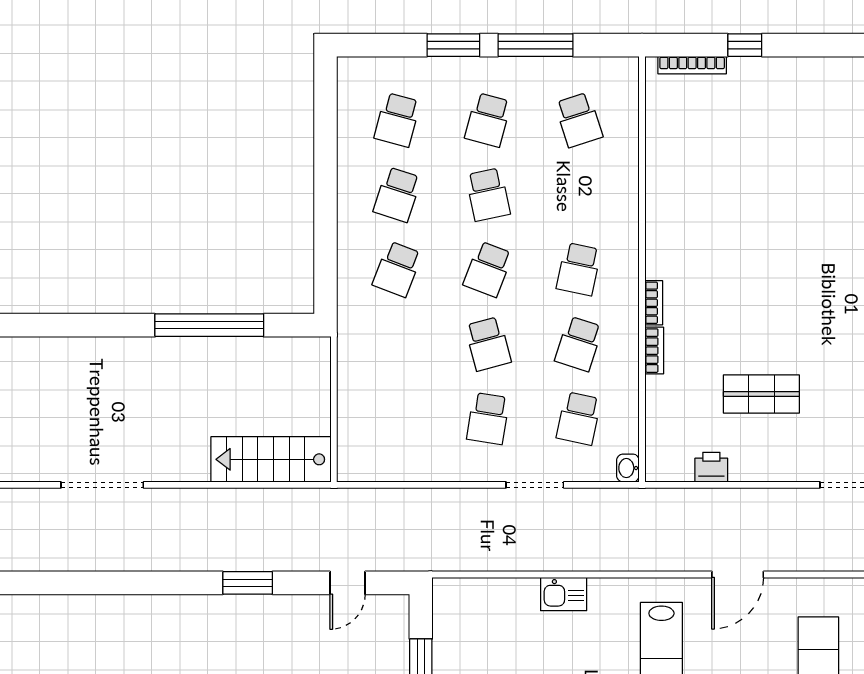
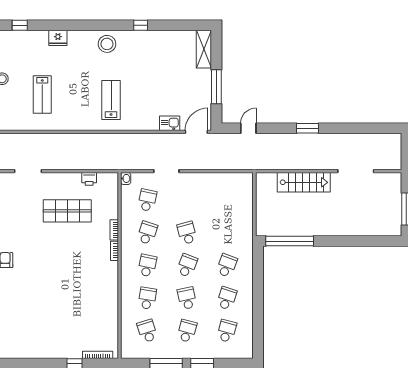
window: (209, 325) -> (290, 241), moved
shop shelf: (761, 394) -> (67, 211), width x1.43, depth x1.36
school desk: (488, 418) -> (147, 298), moved
stairs: (271, 459) -> (304, 182), moved
door: (738, 574) -> (196, 132), moved
window: (248, 583) -> (307, 128), moved
kitchen sink: (564, 594) -> (170, 123), moved

